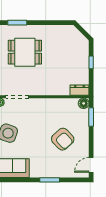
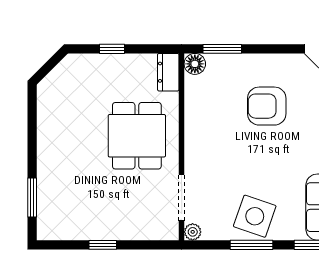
dining table: (25, 52) -> (137, 136), moved
armchair: (63, 139) -> (267, 106), turned -137

